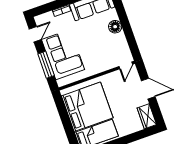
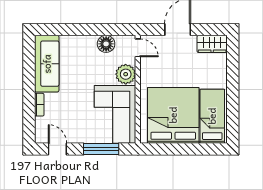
floor lamp: (115, 27) -> (106, 44), moved
corner sofa: (63, 55) -> (115, 114), moved, turned -90
plant: (104, 63) -> (126, 74), added

